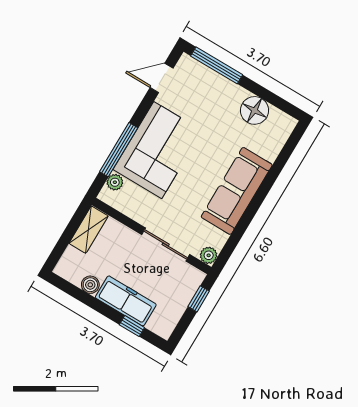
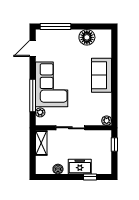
sofa: (237, 191) -> (102, 75), width x0.73
sliding door: (166, 244) -> (70, 128), moved
freezer: (126, 301) -> (80, 167), width x0.71

